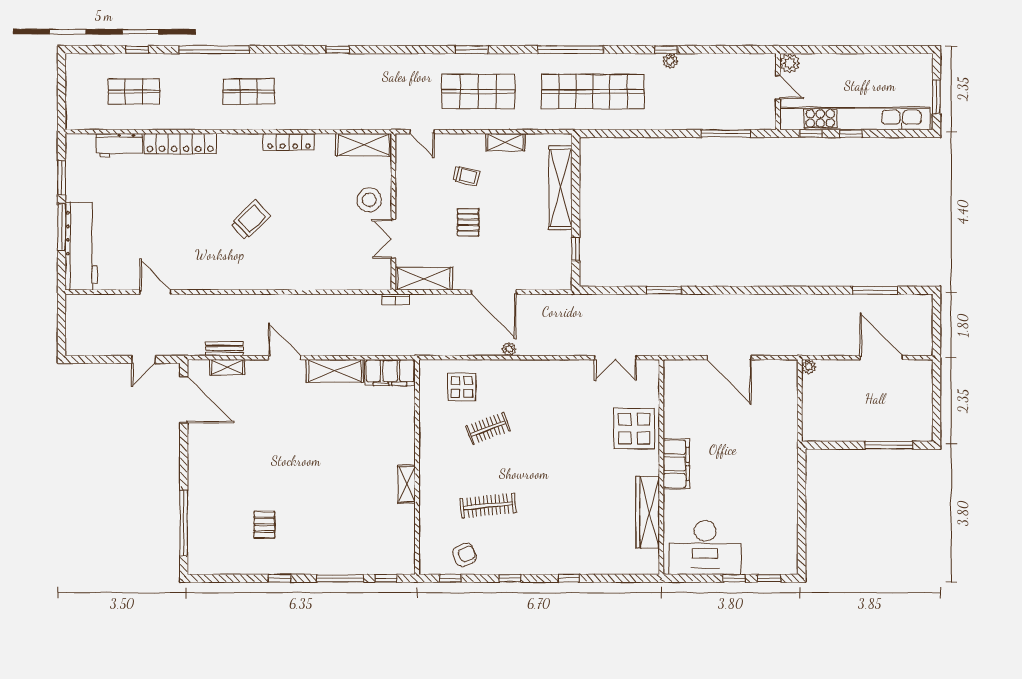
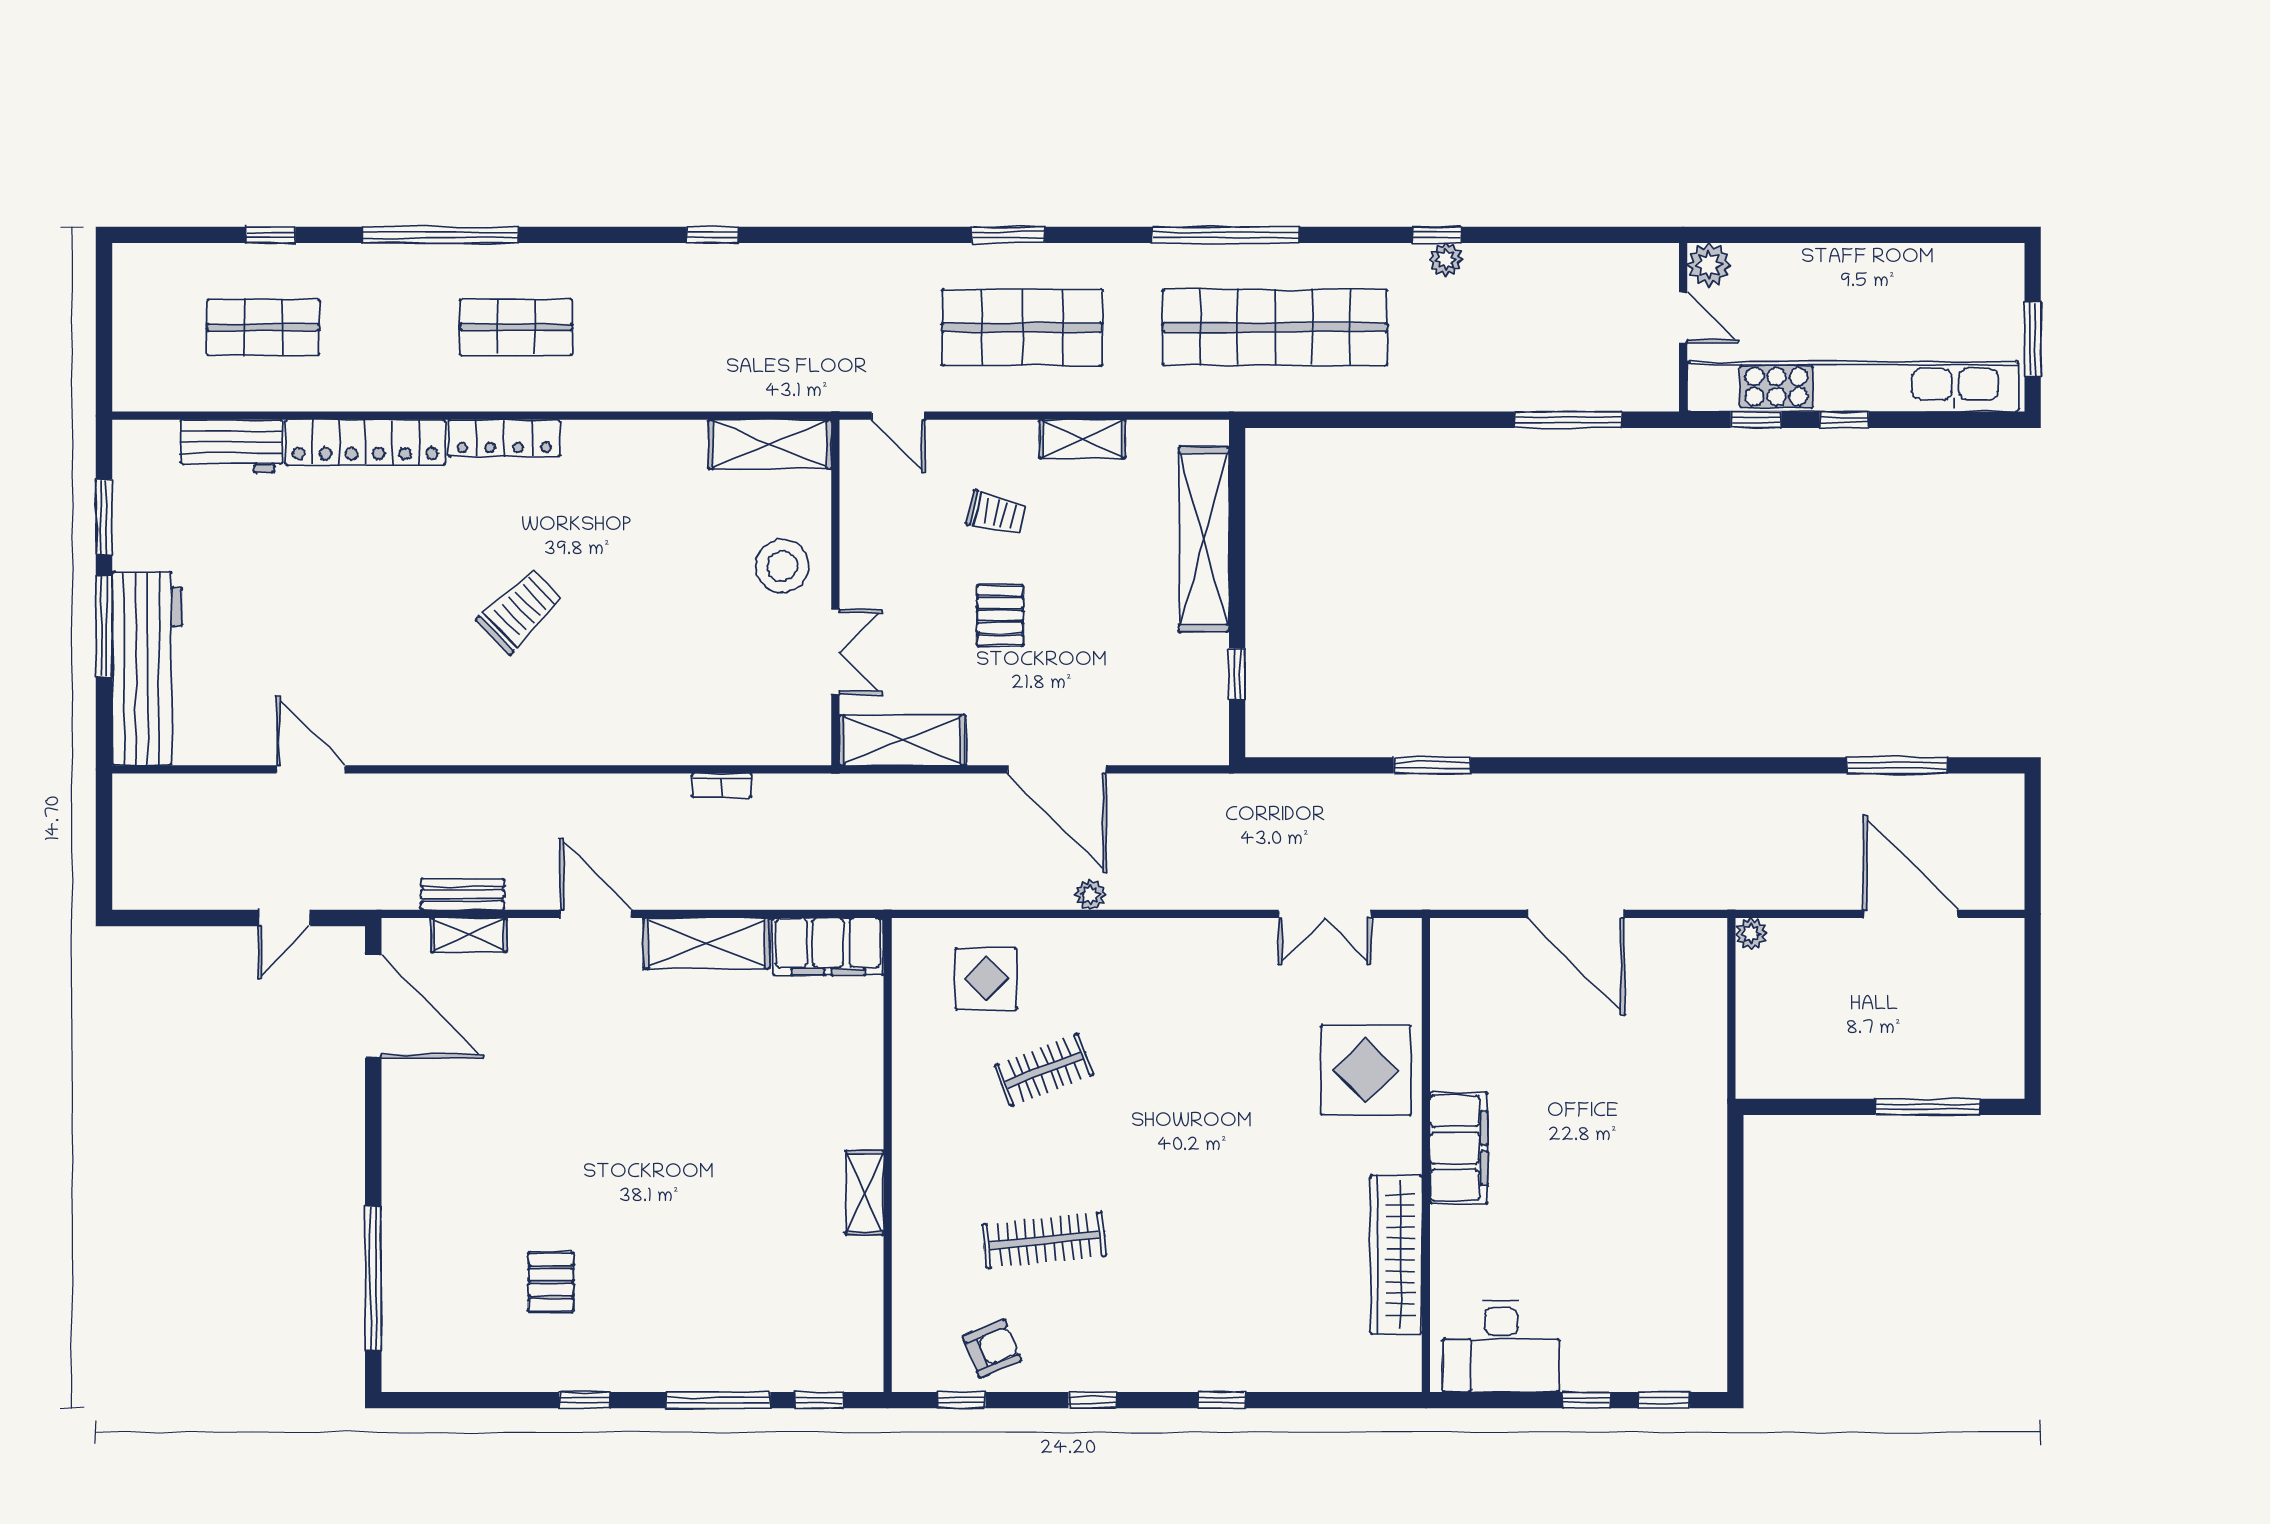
locker: (289, 142) -> (504, 438), moved
double door: (393, 239) -> (835, 652), swing flipped
bookcase: (395, 299) -> (722, 785), moved
desk: (705, 548) -> (1501, 1346), width x0.73, depth x0.77

